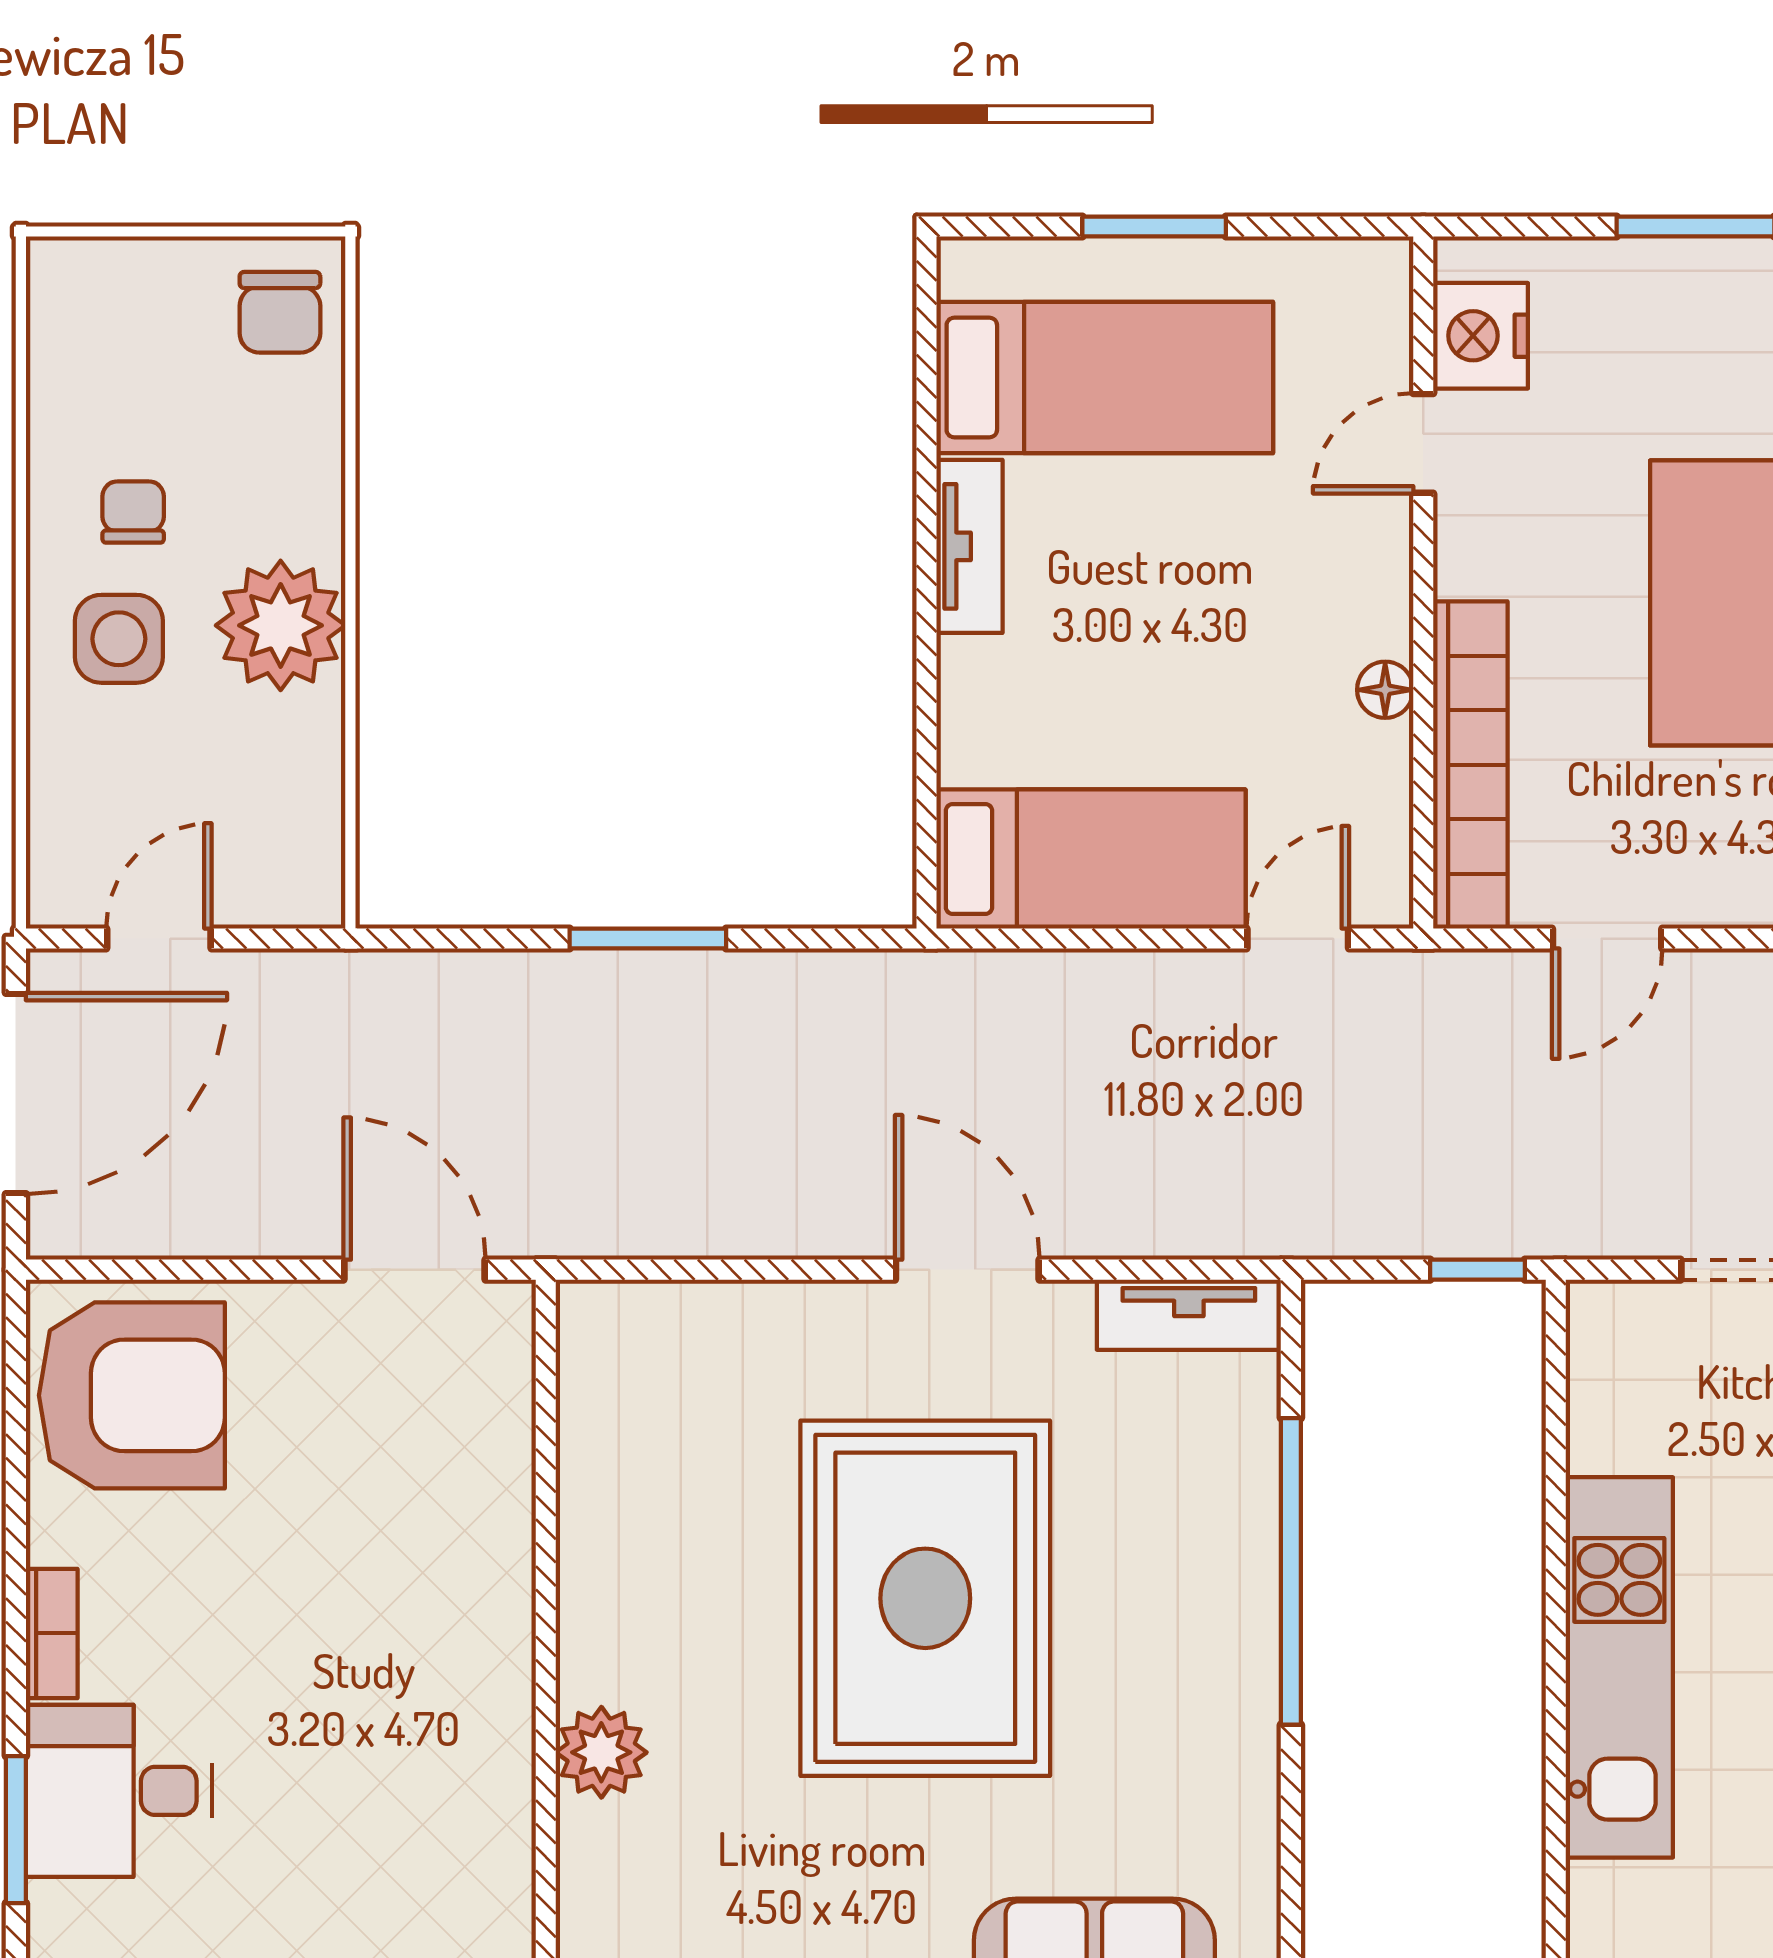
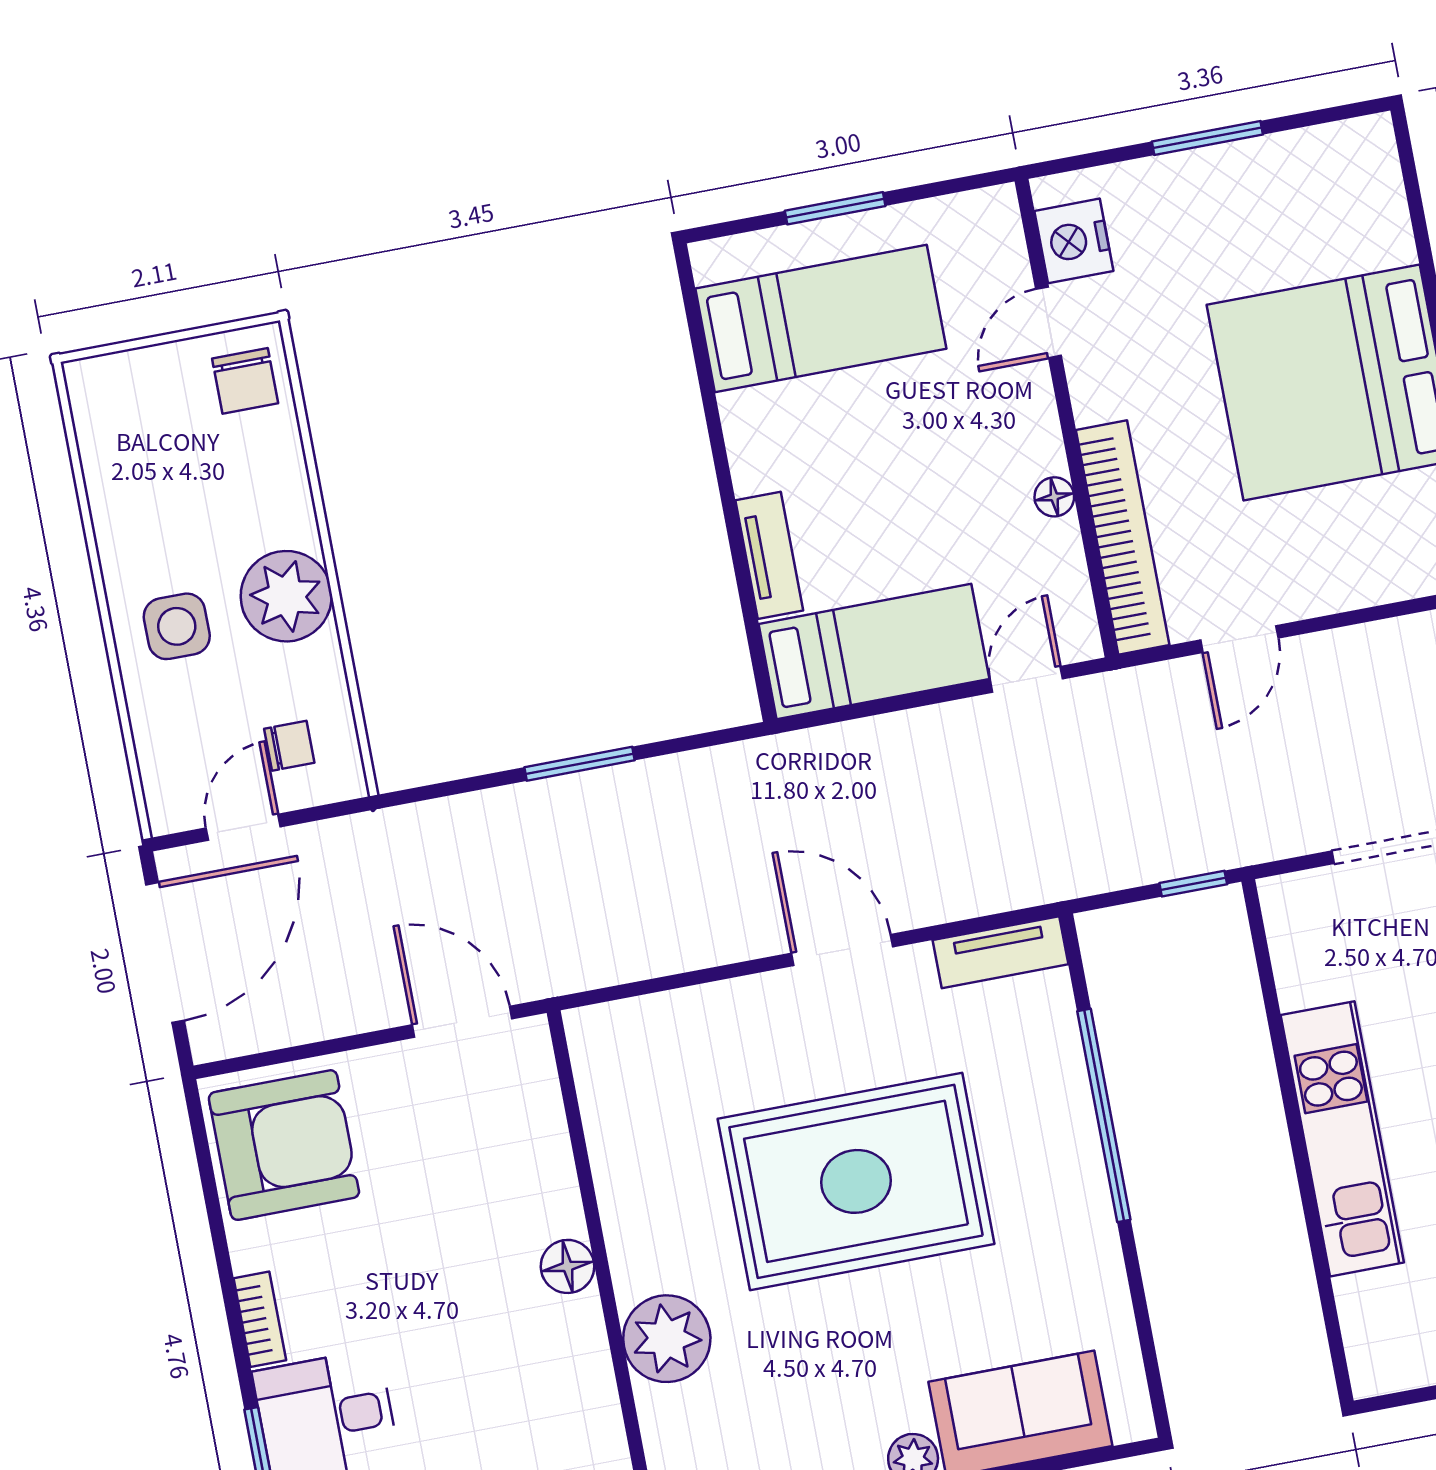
chair: (133, 512) -> (289, 746), moved, turned 90
tv unit: (970, 546) -> (769, 555), moved
rug: (925, 1598) -> (856, 1181), turned 90
floor lamp: (498, 1641) -> (568, 1266), added
plant: (601, 1752) -> (667, 1339), width x1.36, depth x1.36

